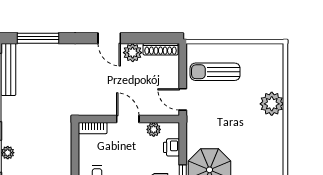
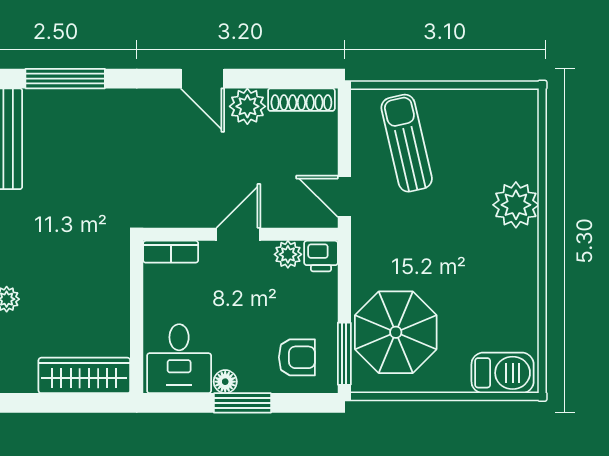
sun lounger: (215, 72) -> (407, 143), turned 77
door: (128, 119) -> (238, 234), hinge flipped
printer: (171, 147) -> (321, 256), moved, turned -90

